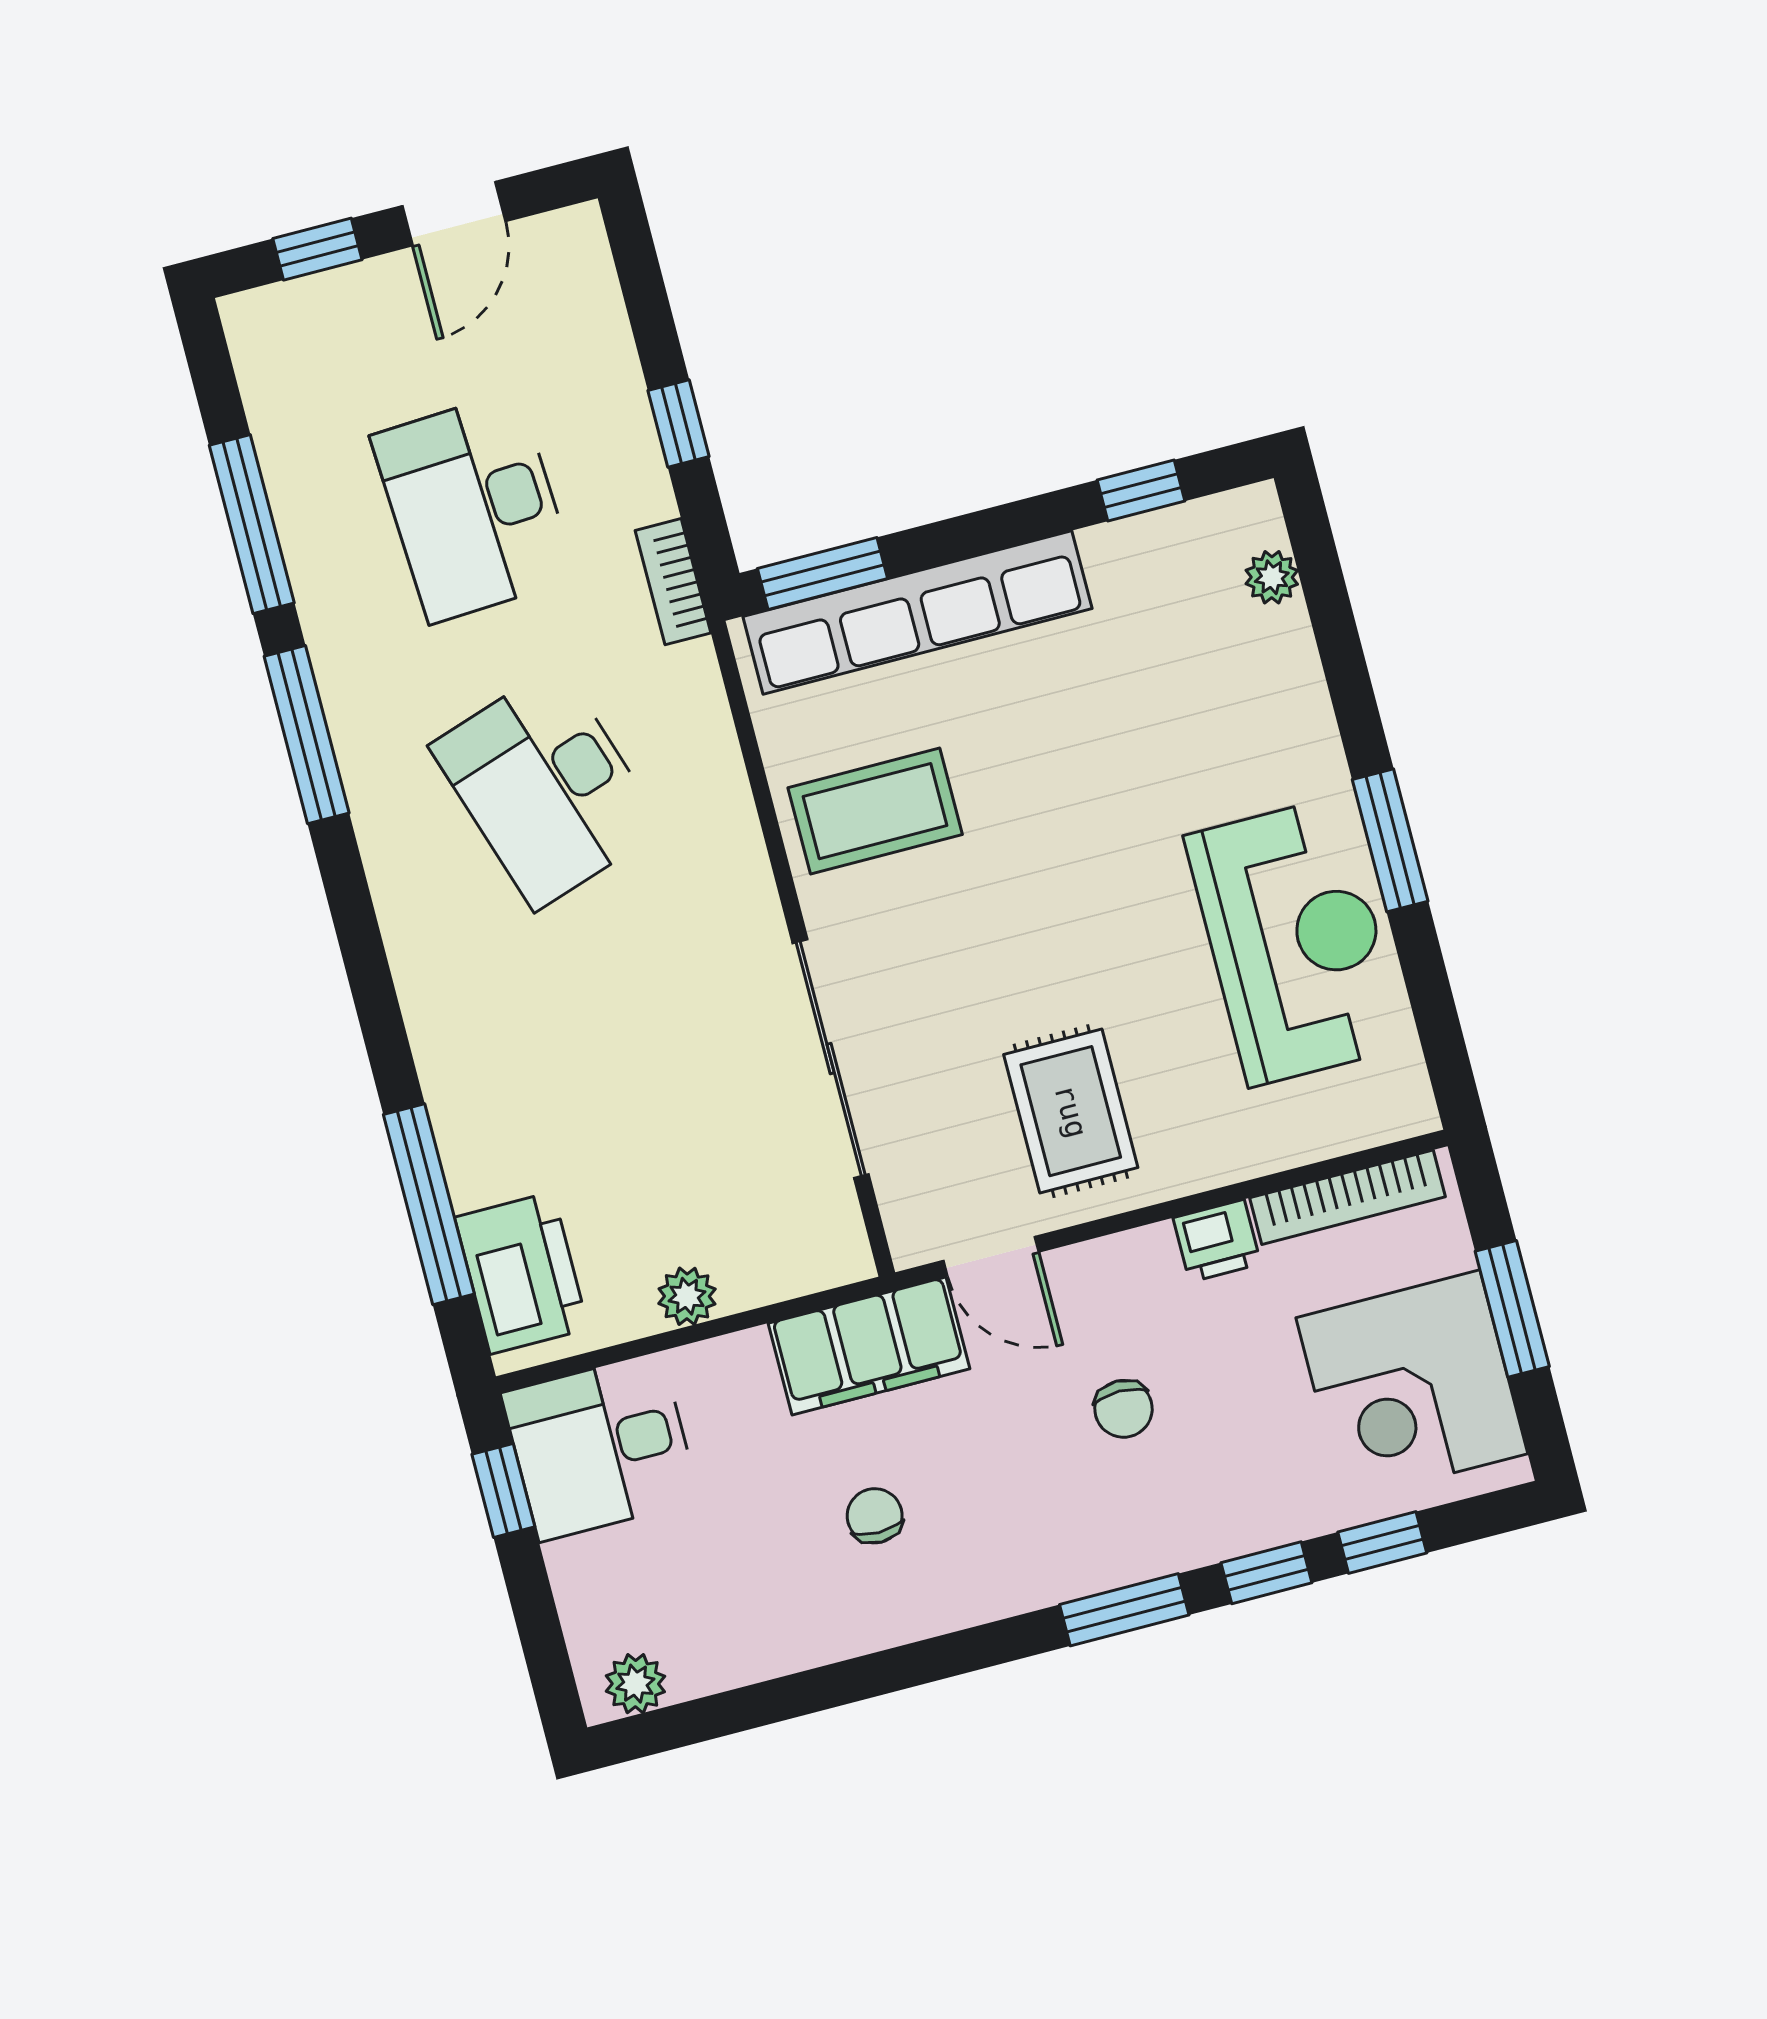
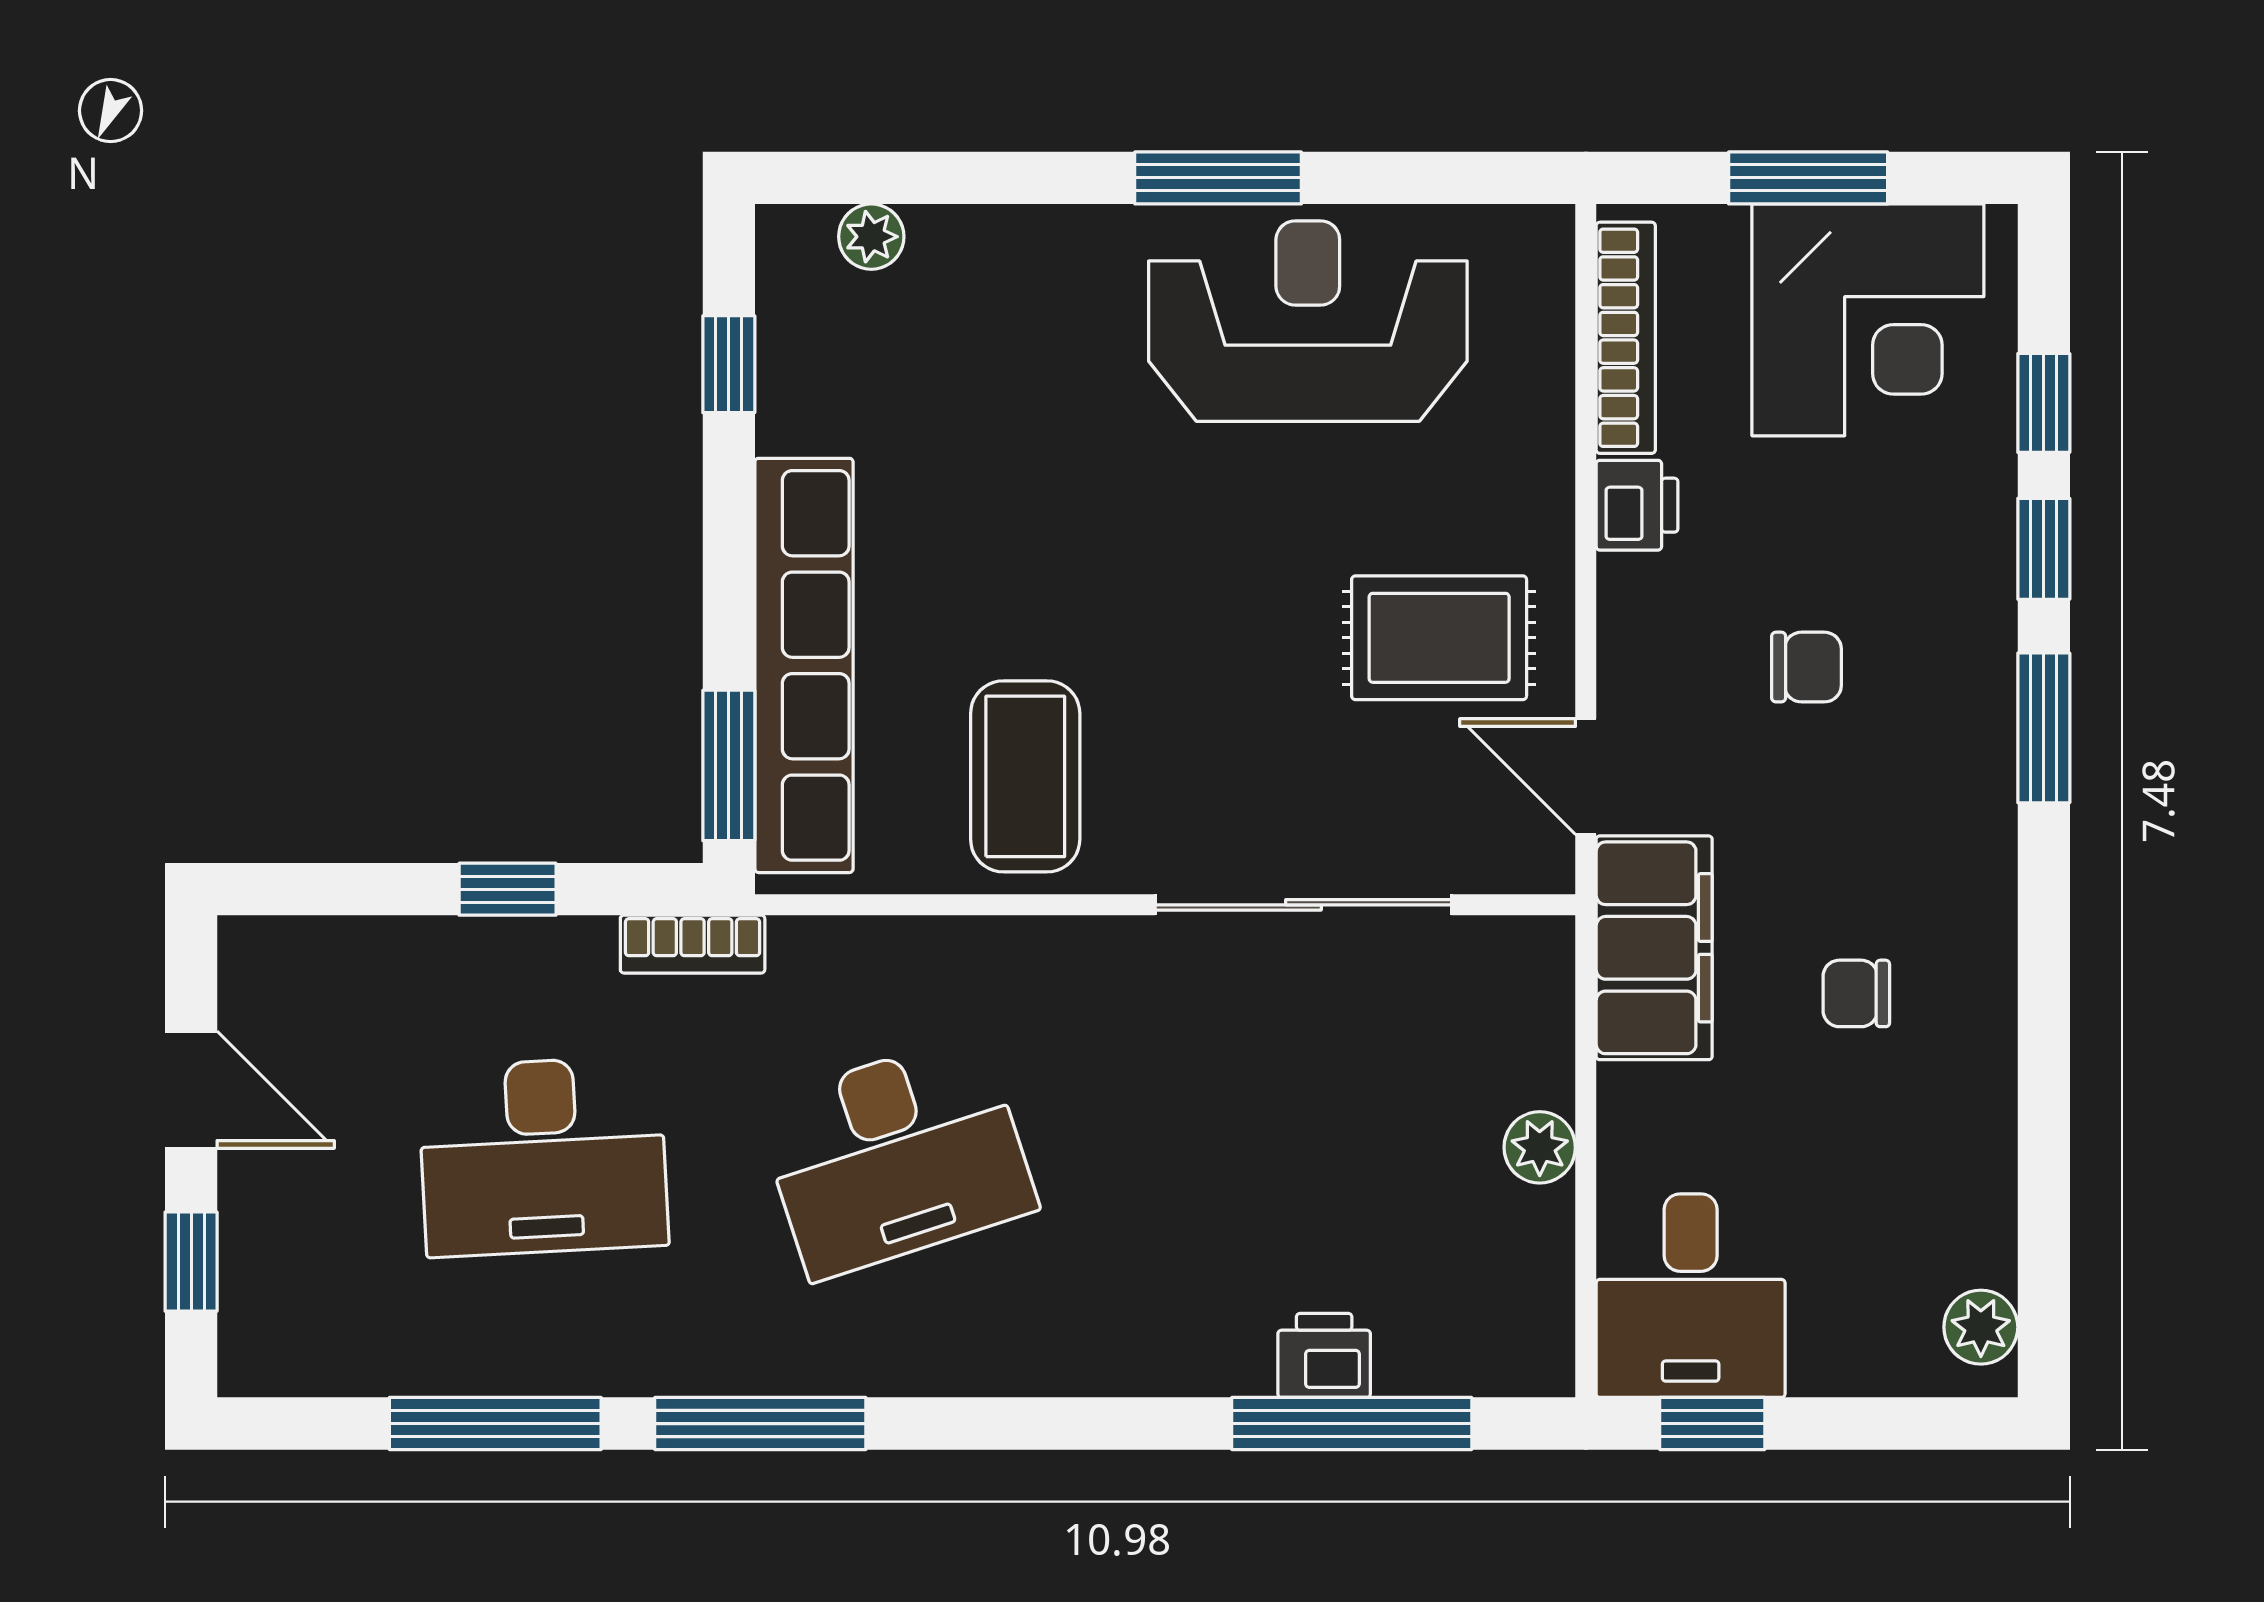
door: (991, 1256) -> (1586, 777), swing flipped
printer: (522, 1273) -> (1324, 1355), moved, width x0.53, depth x0.68

